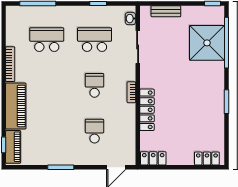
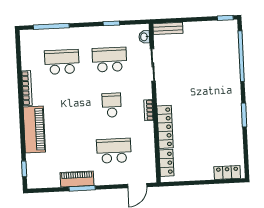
bench: (166, 11) -> (168, 28), moved
shower: (207, 43) -> (222, 57), removed
school desk: (95, 131) -> (114, 151), width x1.85
piano: (13, 147) -> (77, 179), moved, turned -90
locker: (153, 158) -> (166, 163), moved, turned 90

